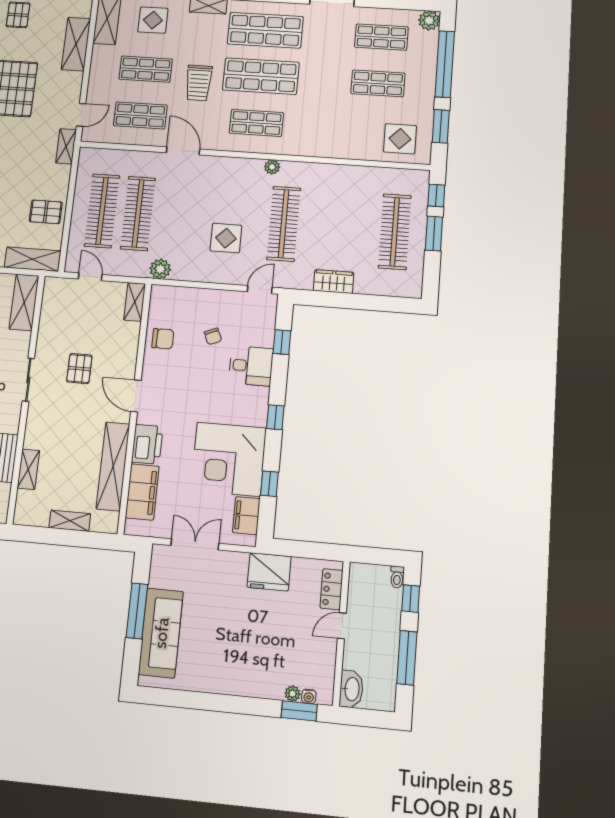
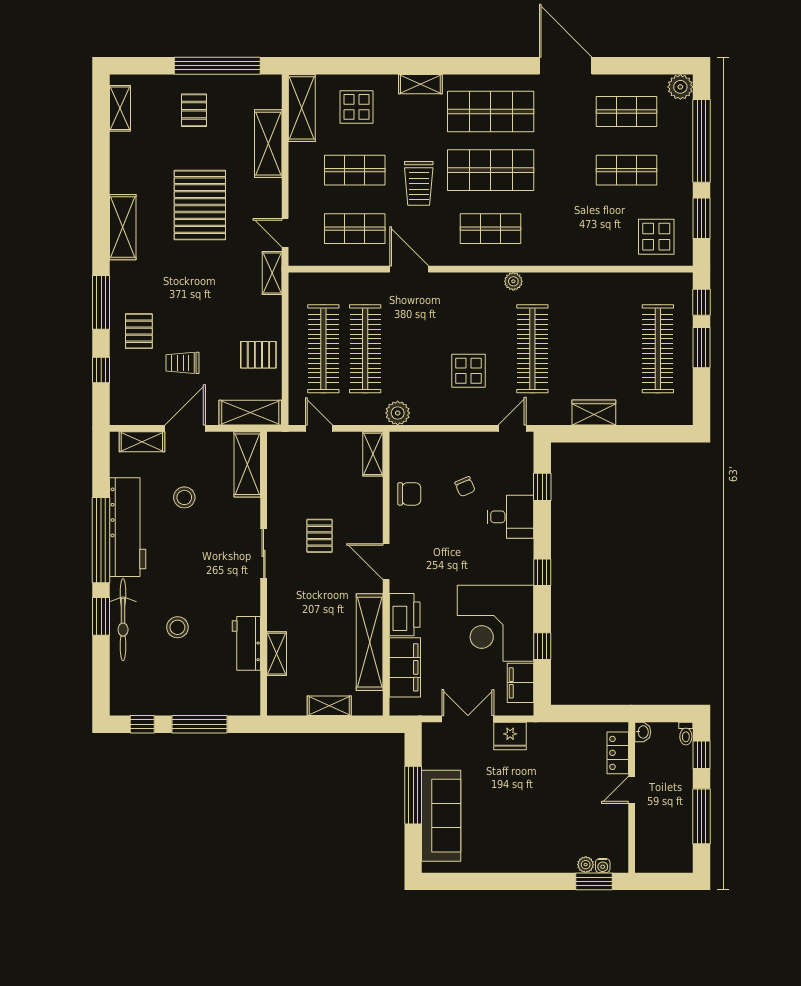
door: (81, 115) -> (285, 233), swing flipped
fridge: (269, 572) -> (510, 736), moved, width x0.73, depth x0.75
washbasin: (351, 689) -> (643, 732), moved, width x0.52, depth x0.69

